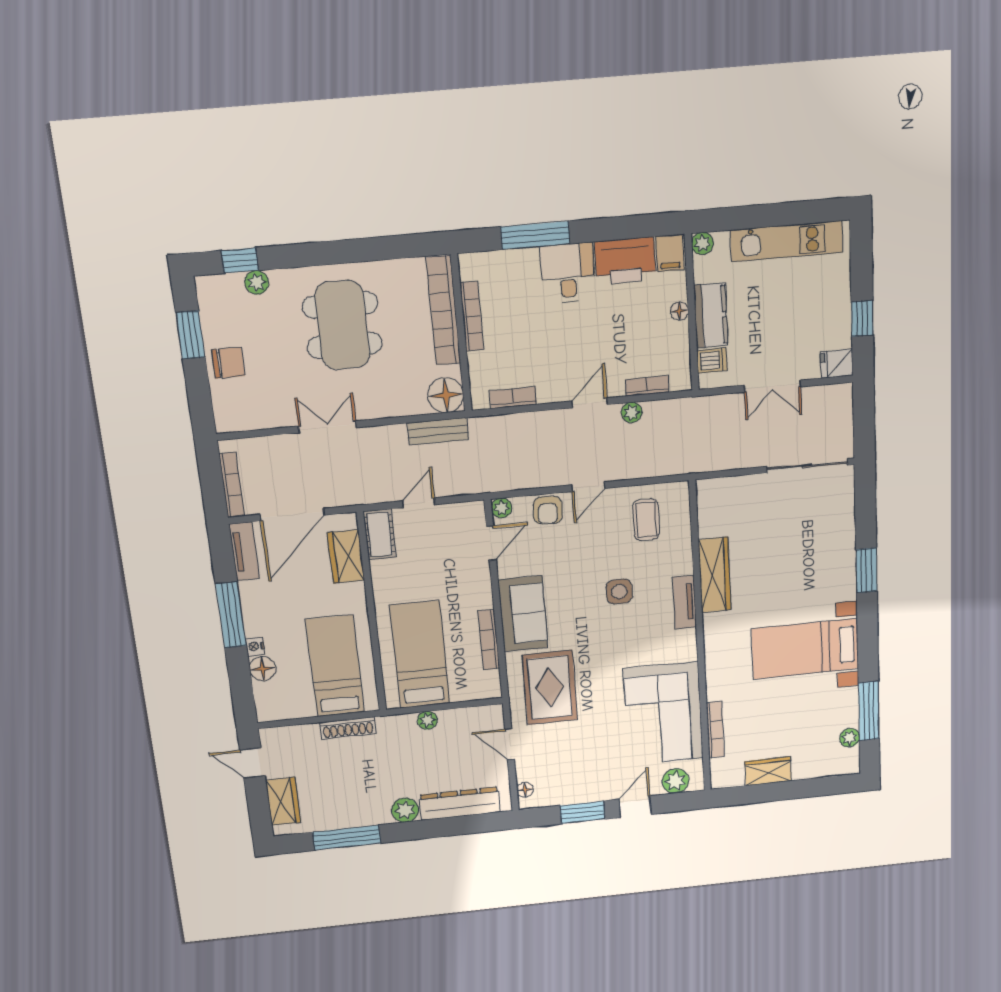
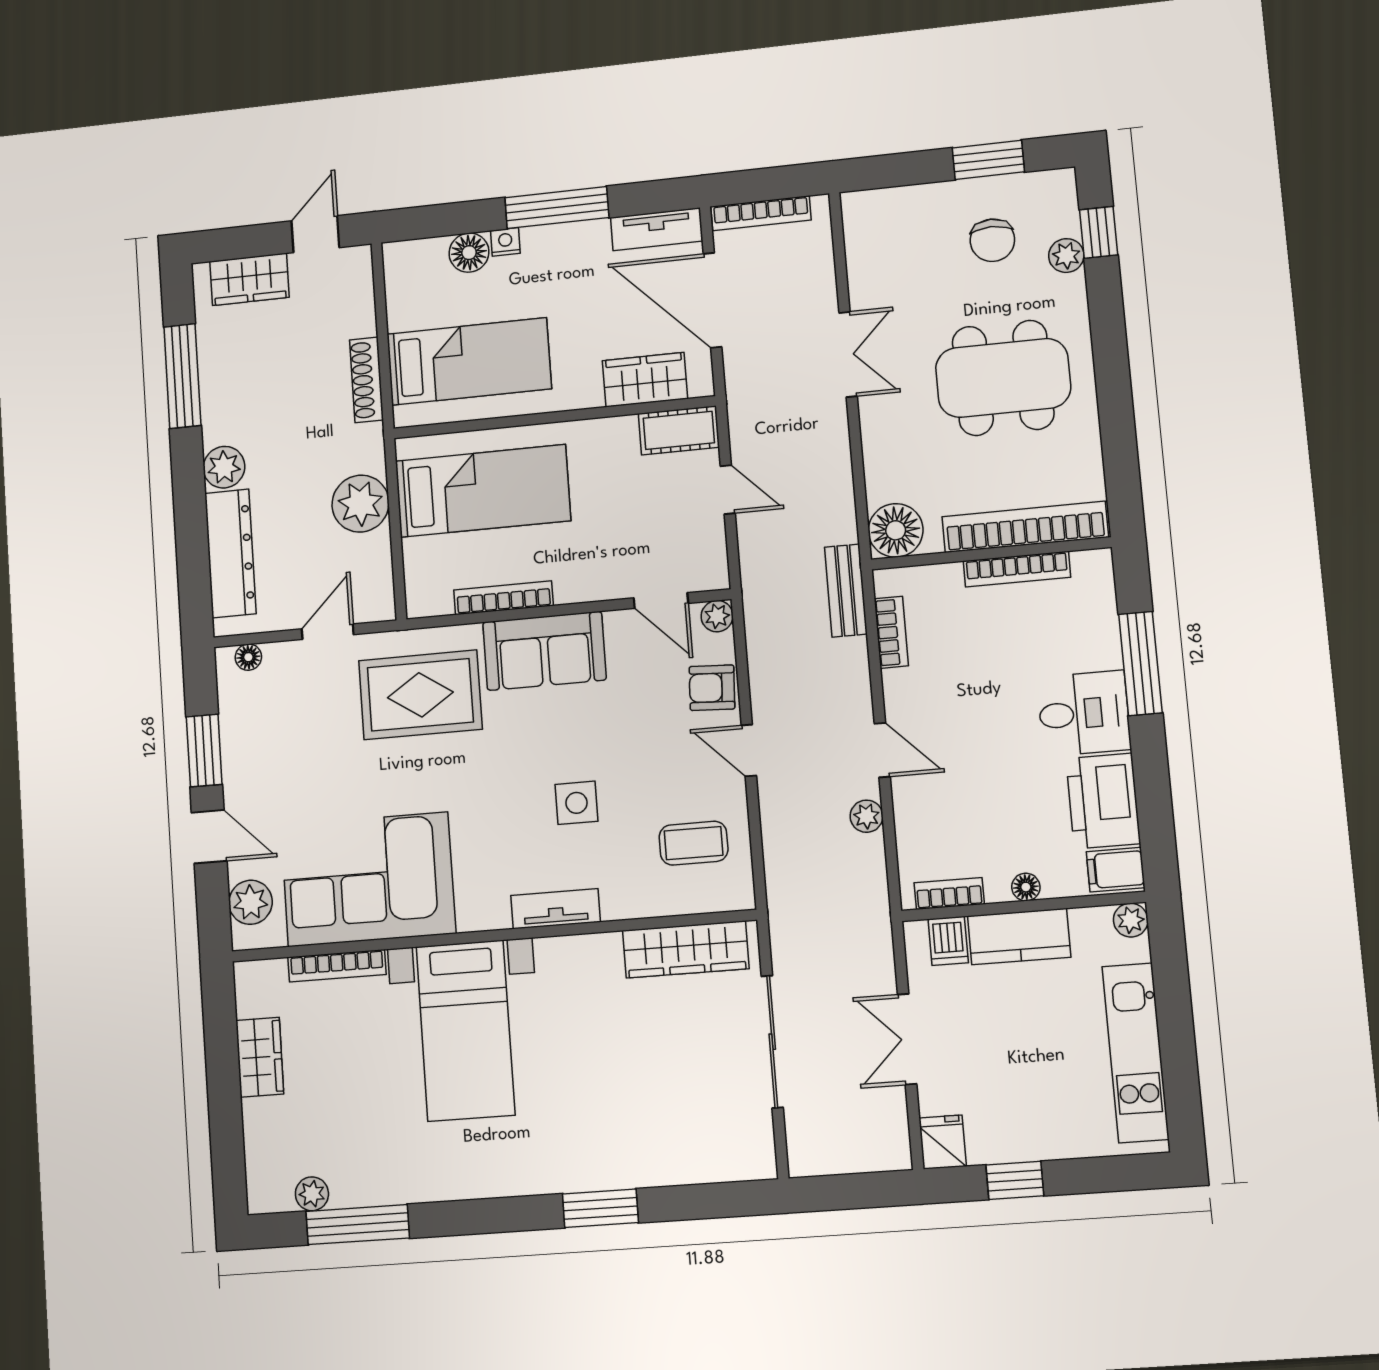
chair: (228, 363) -> (992, 240), moved
bookcase: (647, 386) -> (949, 894), moved, turned -90
bench: (438, 431) -> (846, 591), moved
sliding door: (807, 466) -> (772, 1042), moved
wardrobe: (715, 575) -> (686, 950), moved
bed with nightstands: (805, 649) -> (465, 1031), moved, turned 180
plant: (427, 720) -> (360, 504), width x1.88, depth x1.88

